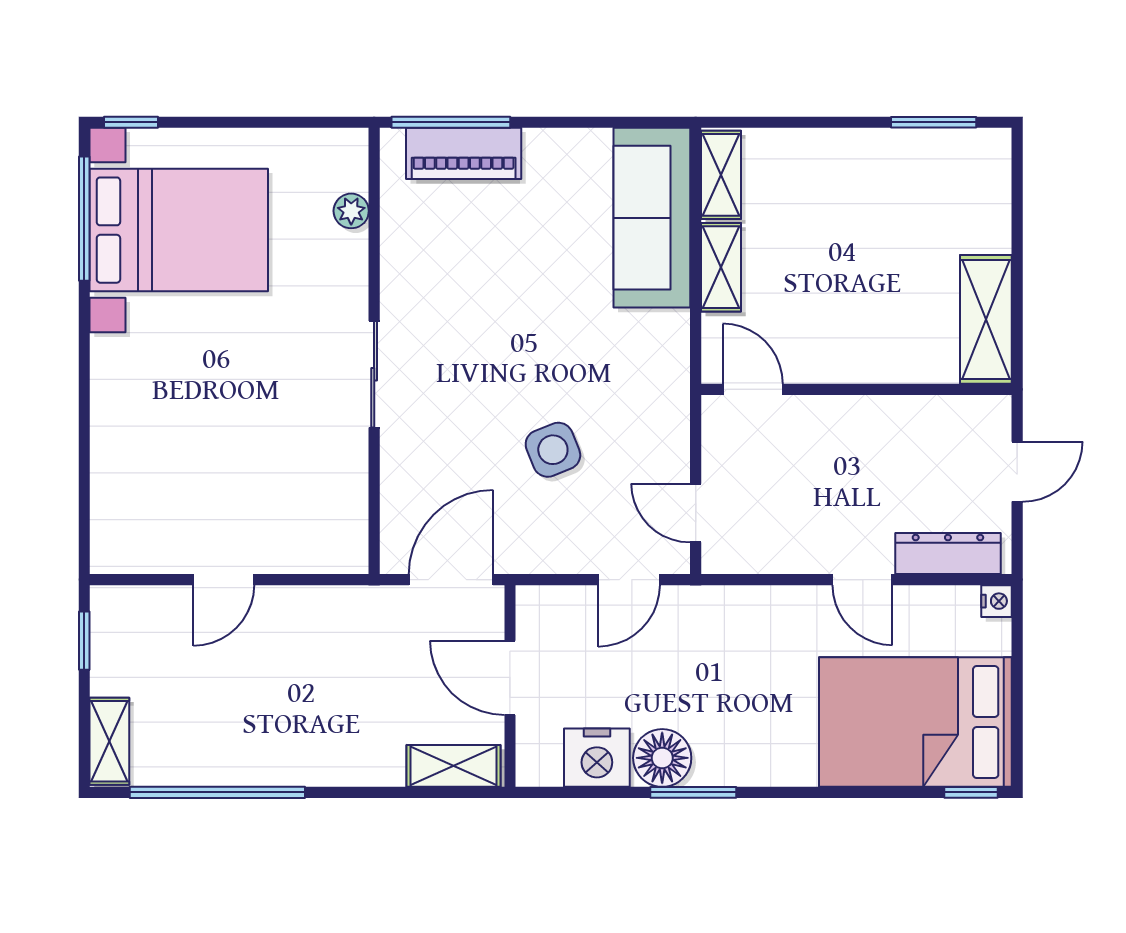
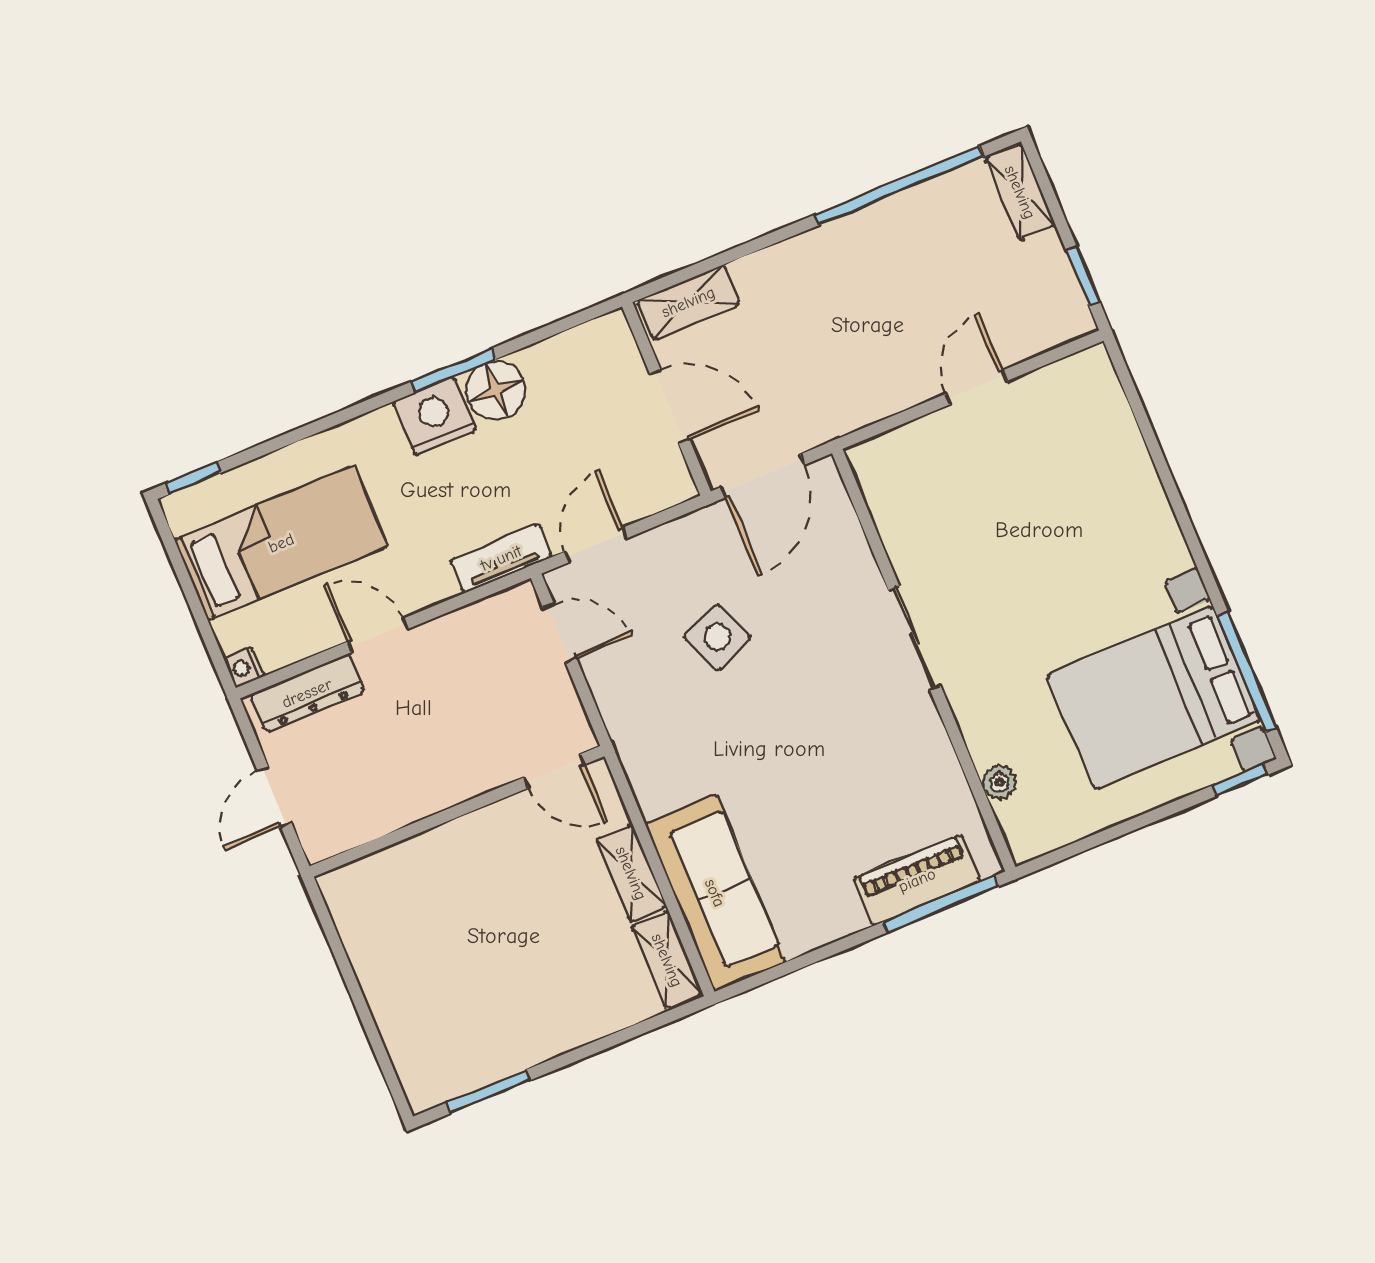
shelving: (986, 319) -> (363, 927), removed
tv unit: (721, 603) -> (501, 558), added
bed: (915, 722) -> (281, 543), width x0.67
nightstand: (597, 758) -> (435, 416), moved

